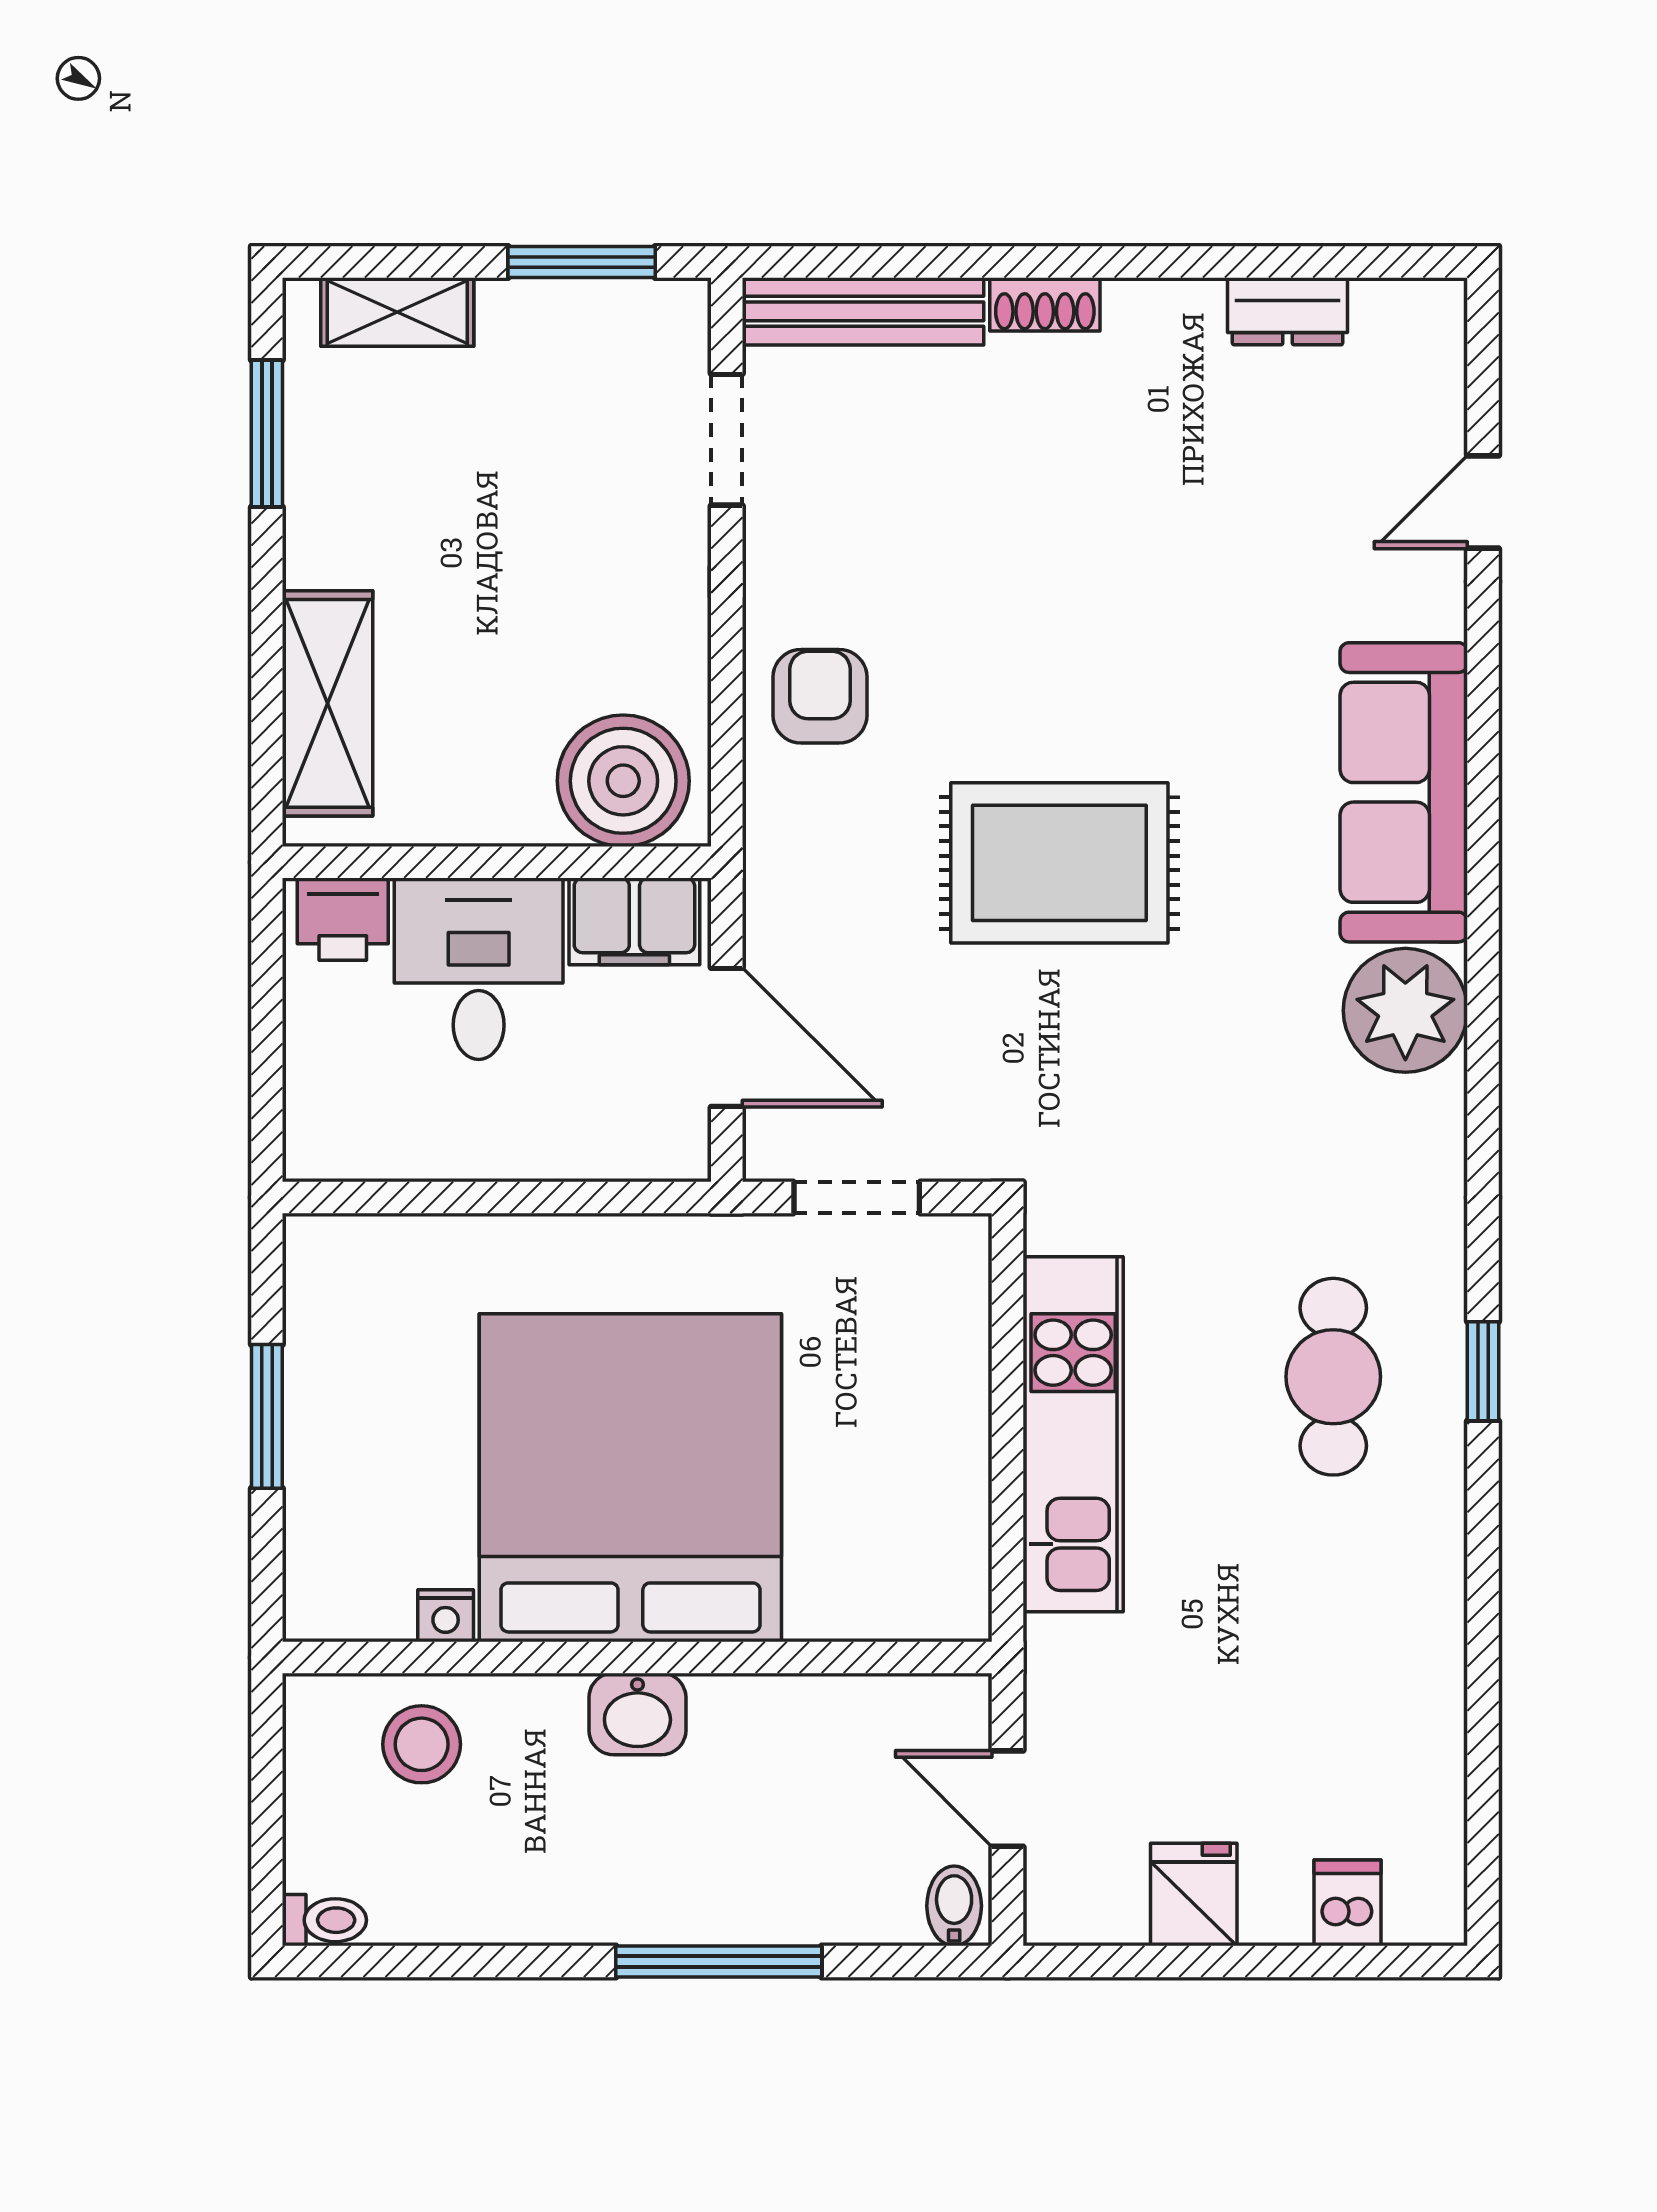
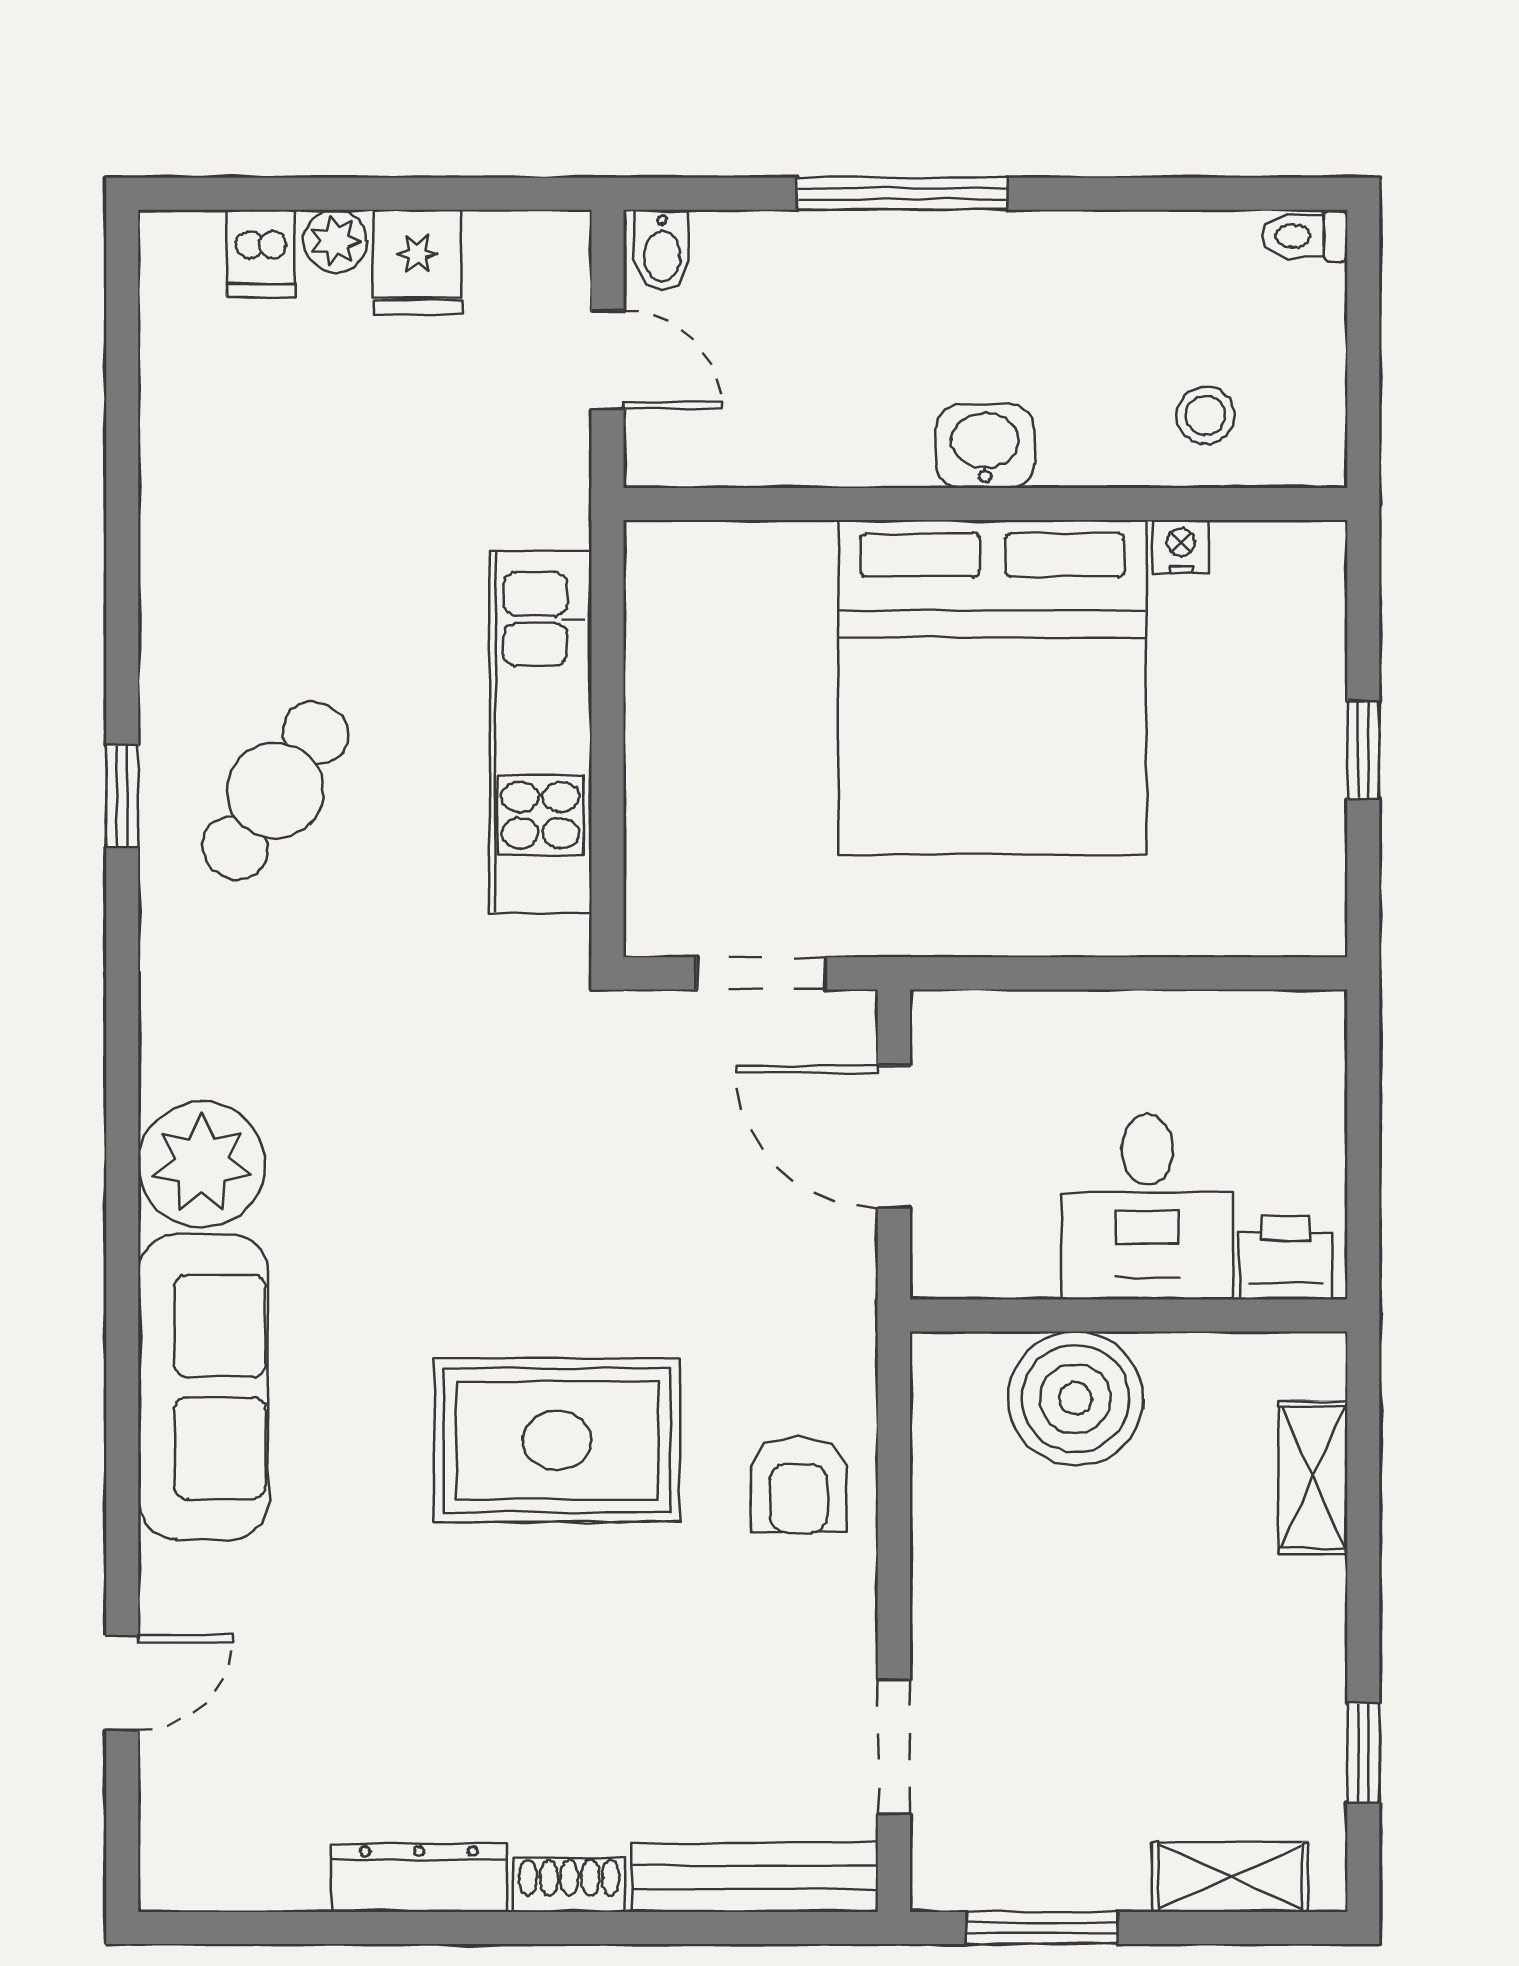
dresser: (1288, 311) -> (419, 1878), moved, width x1.44
window: (267, 434) -> (1363, 1753), width x0.67
shelving: (328, 703) -> (1313, 1478), width x0.67, depth x0.75
boiler: (623, 781) -> (1075, 1399), moved
rug: (1059, 863) -> (557, 1440), moved
filing cabinet: (634, 921) -> (988, 1255), removed
cafe table: (1333, 1377) -> (275, 790), turned 35
window: (267, 1416) -> (1363, 750), width x0.67
stool: (422, 1744) -> (1205, 415), width x0.73, depth x0.73
plant: (1274, 1915) -> (335, 241), added

